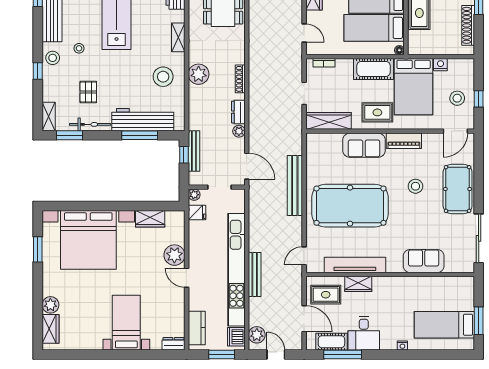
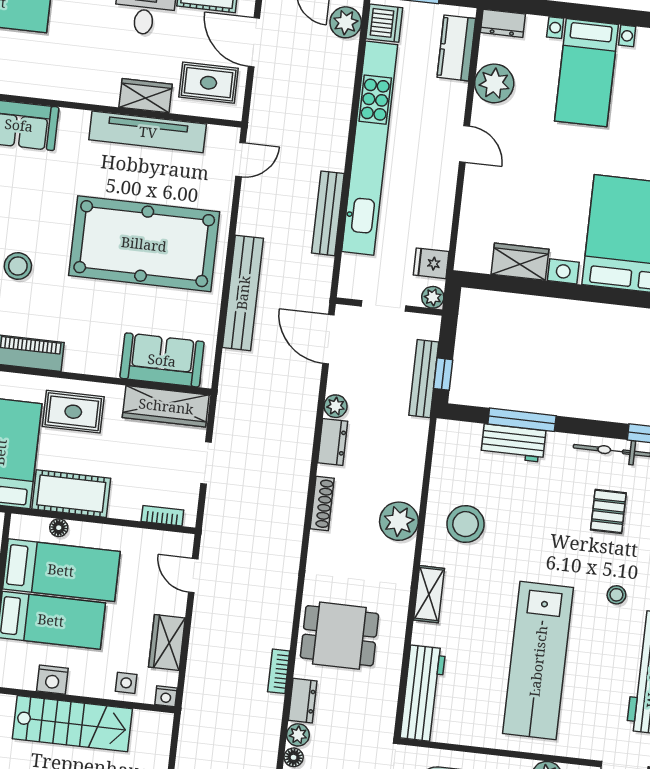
floor lamp: (399, 50) -> (59, 528), moved
workbench: (143, 120) -> (513, 443), width x0.53, depth x0.76
sofa: (364, 145) -> (162, 360), moved
plant: (174, 255) -> (494, 83), moved
bench: (255, 274) -> (328, 213), moved

